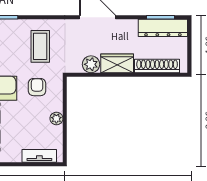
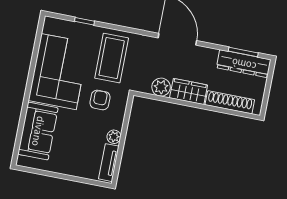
coffee table: (40, 46) -> (112, 58), width x1.36, depth x1.32
tv unit: (39, 156) -> (109, 163), moved, turned -90

